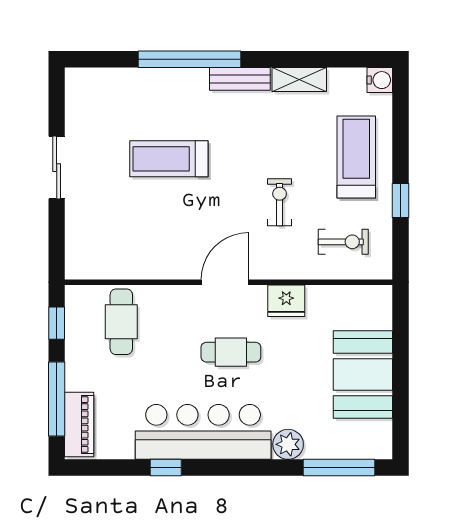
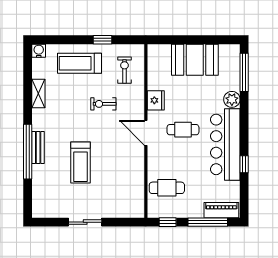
bench: (240, 79) -> (38, 147), moved
cafe table: (231, 352) -> (183, 130), turned 90

